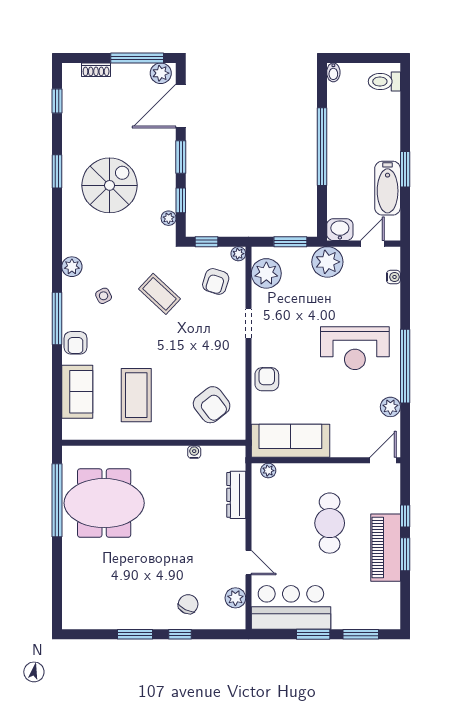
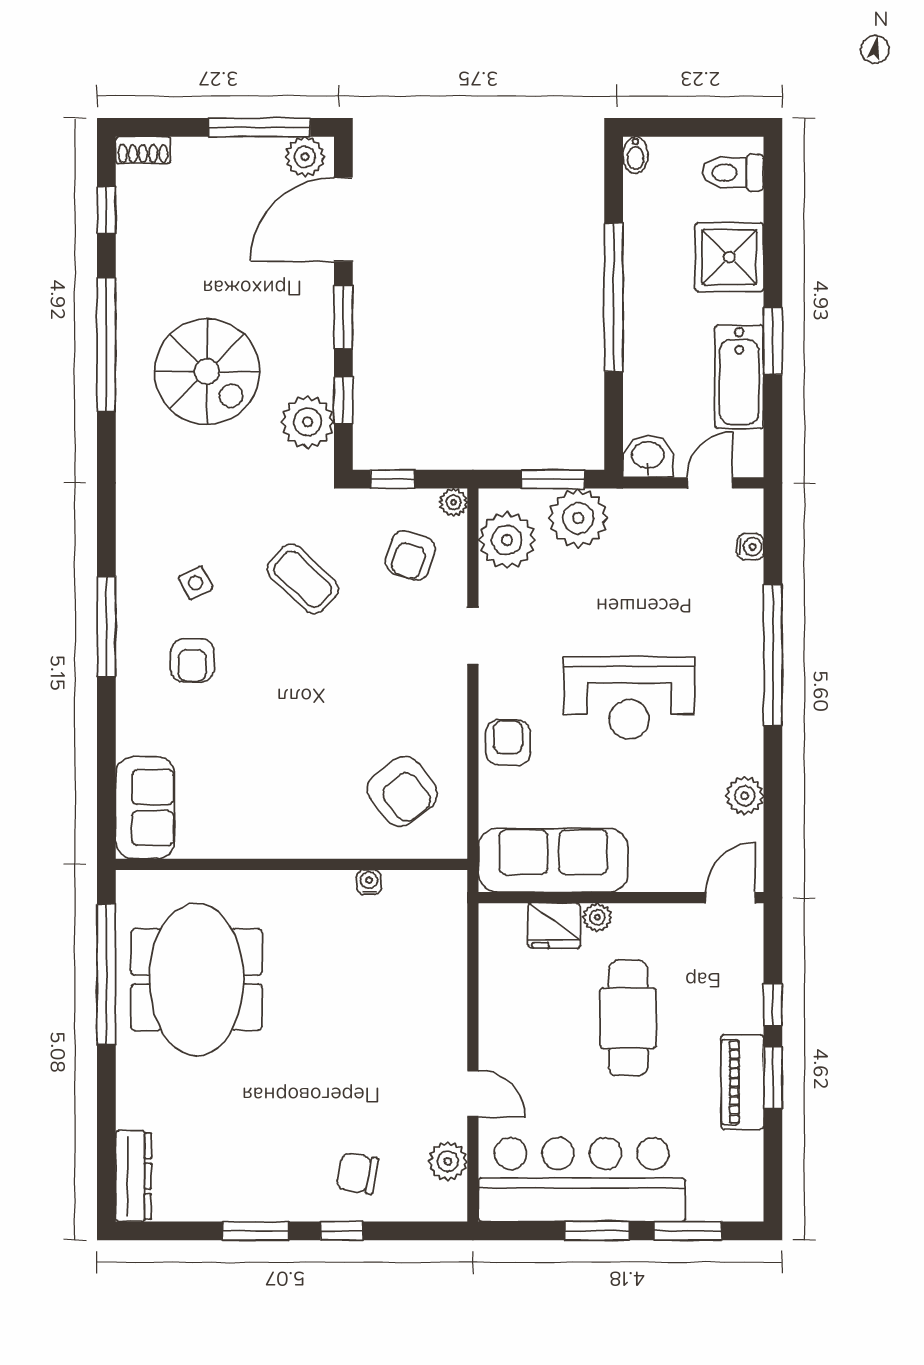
shoe rack: (96, 70) -> (143, 150), moved
shower: (382, 126) -> (729, 257), added
window: (57, 171) -> (106, 345), width x2.11
spiral stairs: (110, 185) -> (207, 372), turned 90
plant: (169, 218) -> (308, 422), width x1.88, depth x1.88
plant: (327, 262) -> (578, 518), moved
plant: (72, 267) -> (135, 527), removed
armchair: (76, 343) -> (192, 660), moved
reception desk: (355, 348) -> (629, 698), moved
window: (405, 366) -> (773, 655), moved
sofa: (77, 392) -> (145, 808), moved
coffee table: (136, 395) -> (258, 773), removed
plant: (268, 471) -> (597, 917), moved
fridge: (291, 475) -> (554, 926), added
dresser: (236, 495) -> (133, 1176), moved, turned 180
meeting table: (104, 503) -> (197, 980), turned 90
piano: (386, 548) -> (742, 1082), width x0.73, depth x0.75
chair: (188, 604) -> (357, 1173), turned -107
bar counter: (291, 607) -> (582, 1180), width x1.36

